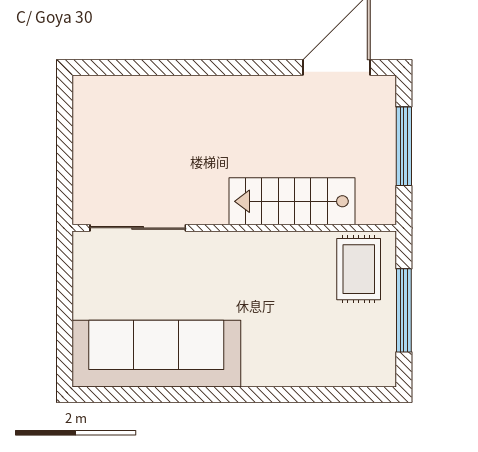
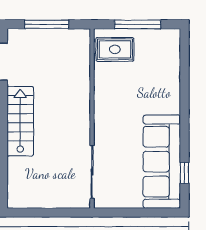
stairs: (292, 201) -> (20, 121), moved, turned 180
window: (136, 395) -> (184, 173), added

